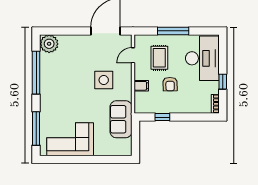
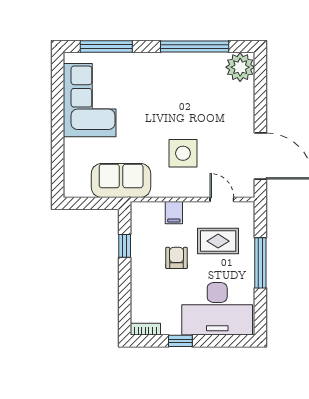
armchair: (170, 84) -> (177, 258), turned 91

